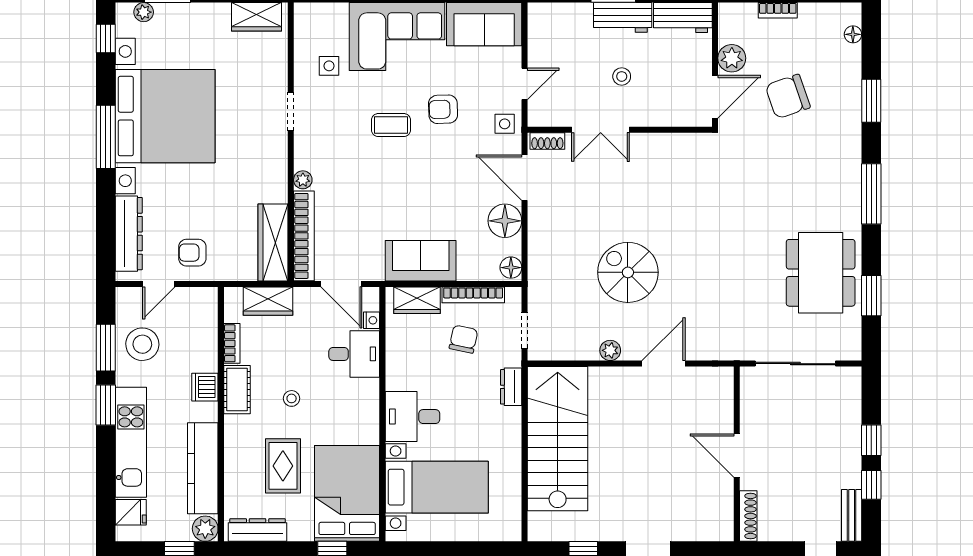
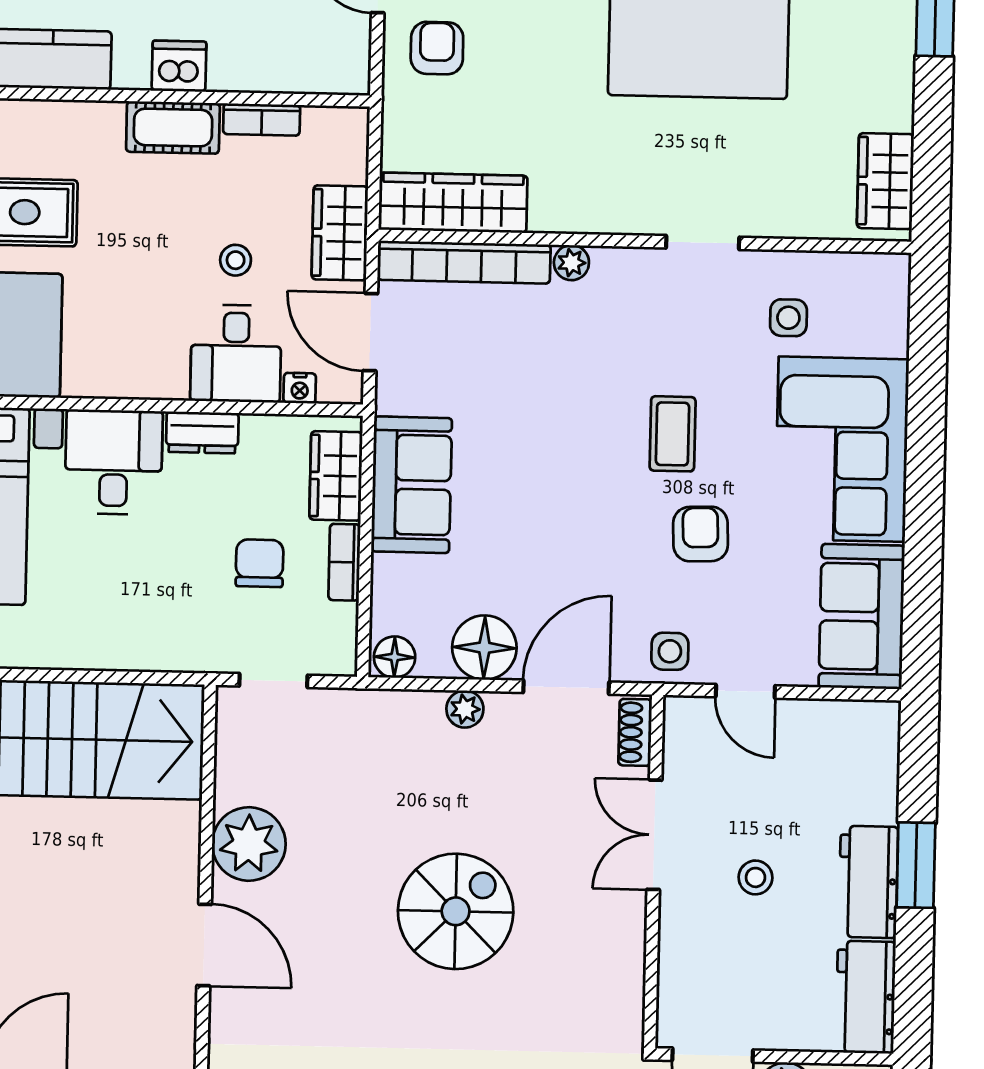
plant: (537, 230) -> (465, 709), added
spiral stairs: (628, 272) -> (456, 911), moved
door: (341, 284) -> (370, 332), hinge flipped
bookcase: (473, 295) -> (344, 562), width x0.64
wardrobe: (268, 301) -> (340, 233), moved
chair: (463, 339) -> (260, 563), turned -102
plant: (610, 350) -> (249, 844), width x1.87, depth x1.87
dresser: (511, 387) -> (202, 432), moved, turned 180
stool: (292, 398) -> (236, 260), moved

